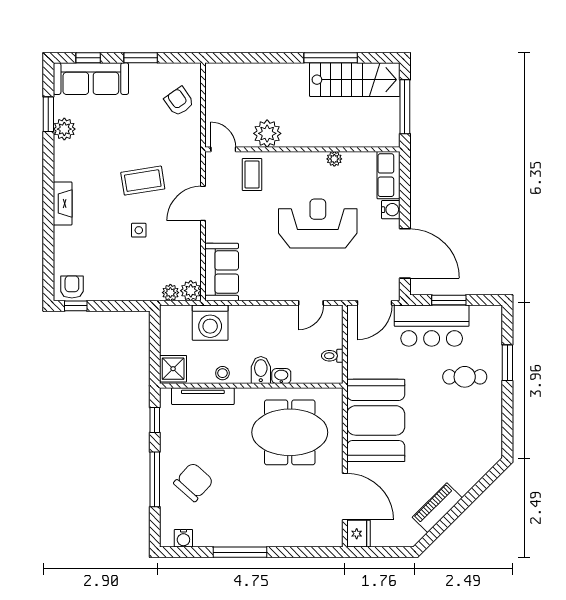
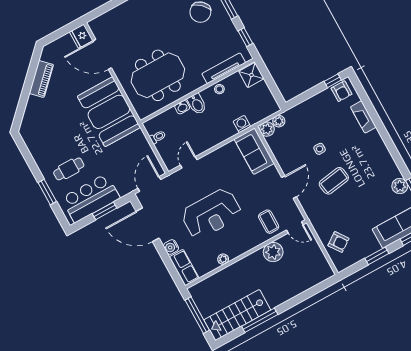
fireplace: (63, 203) -> (363, 117), moved
washing machine: (210, 323) -> (242, 124), width x0.53, depth x0.53
bar counter: (432, 326) -> (91, 198), moved

